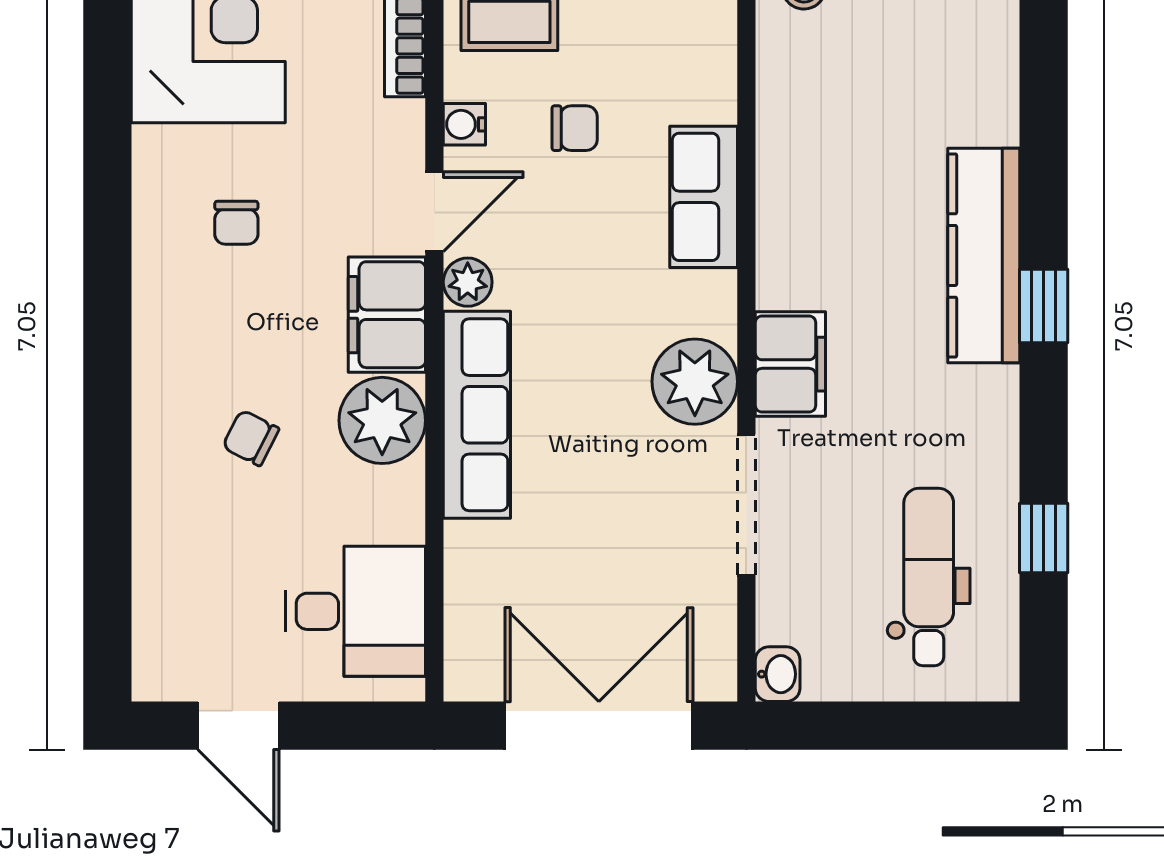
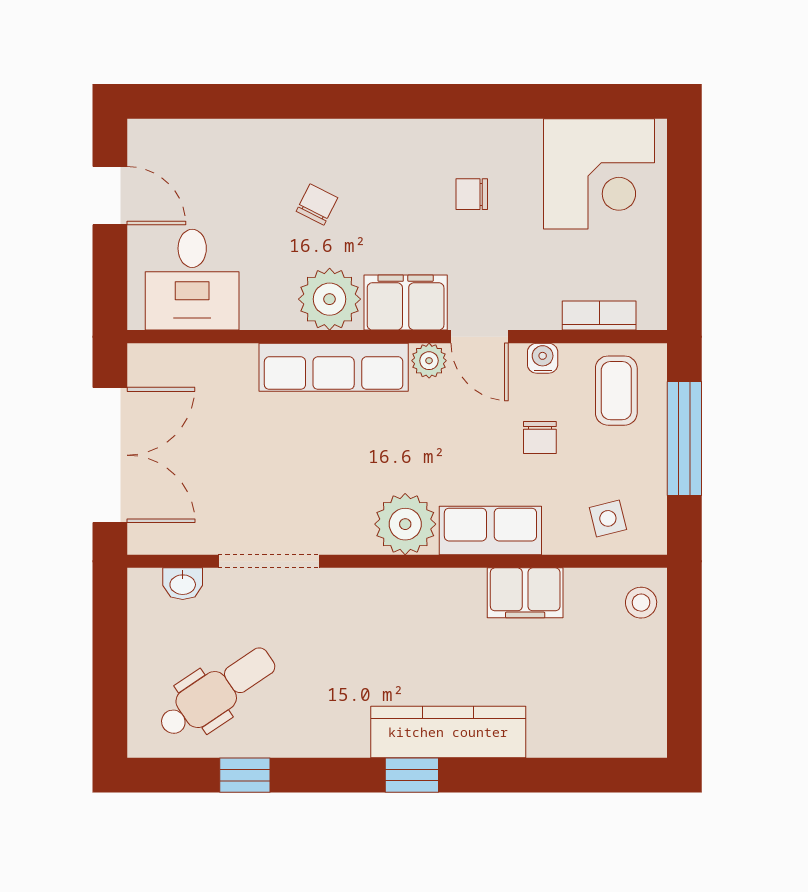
side table: (687, 34) -> (608, 518), added
filing cabinet: (790, 364) -> (525, 593), moved
plant: (695, 382) -> (405, 524), moved
dental chair: (929, 577) -> (217, 692), turned -34
washbasin: (778, 674) -> (183, 584), moved
door: (238, 726) -> (110, 196), swing flipped

